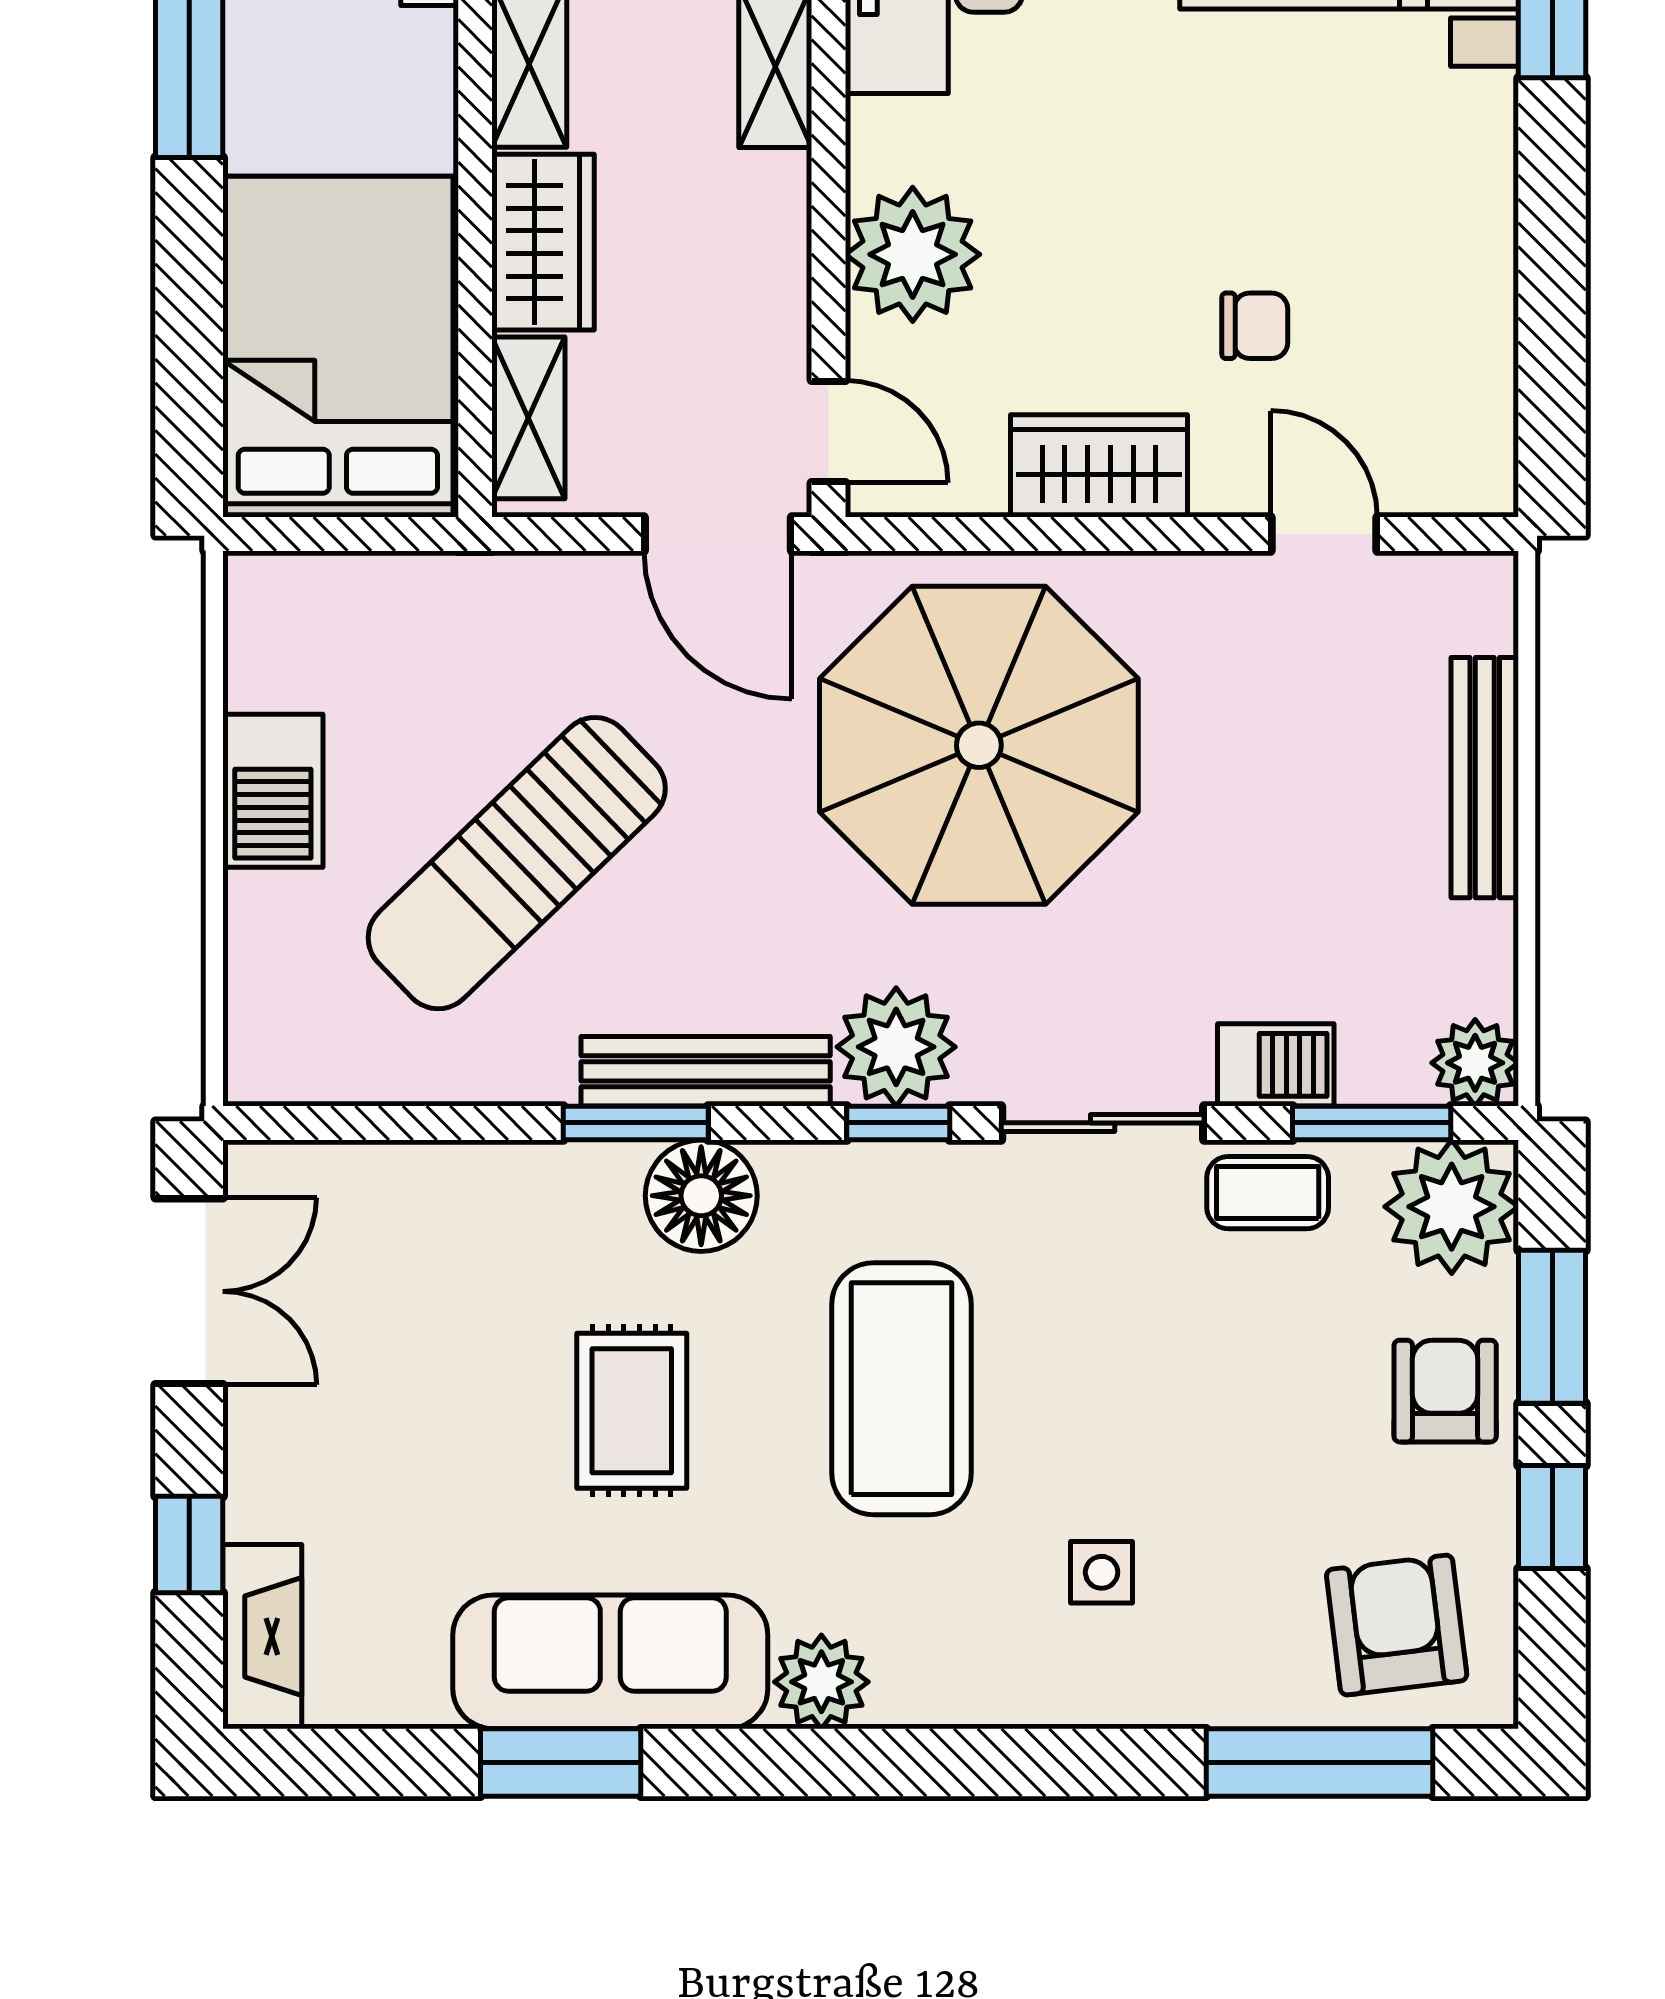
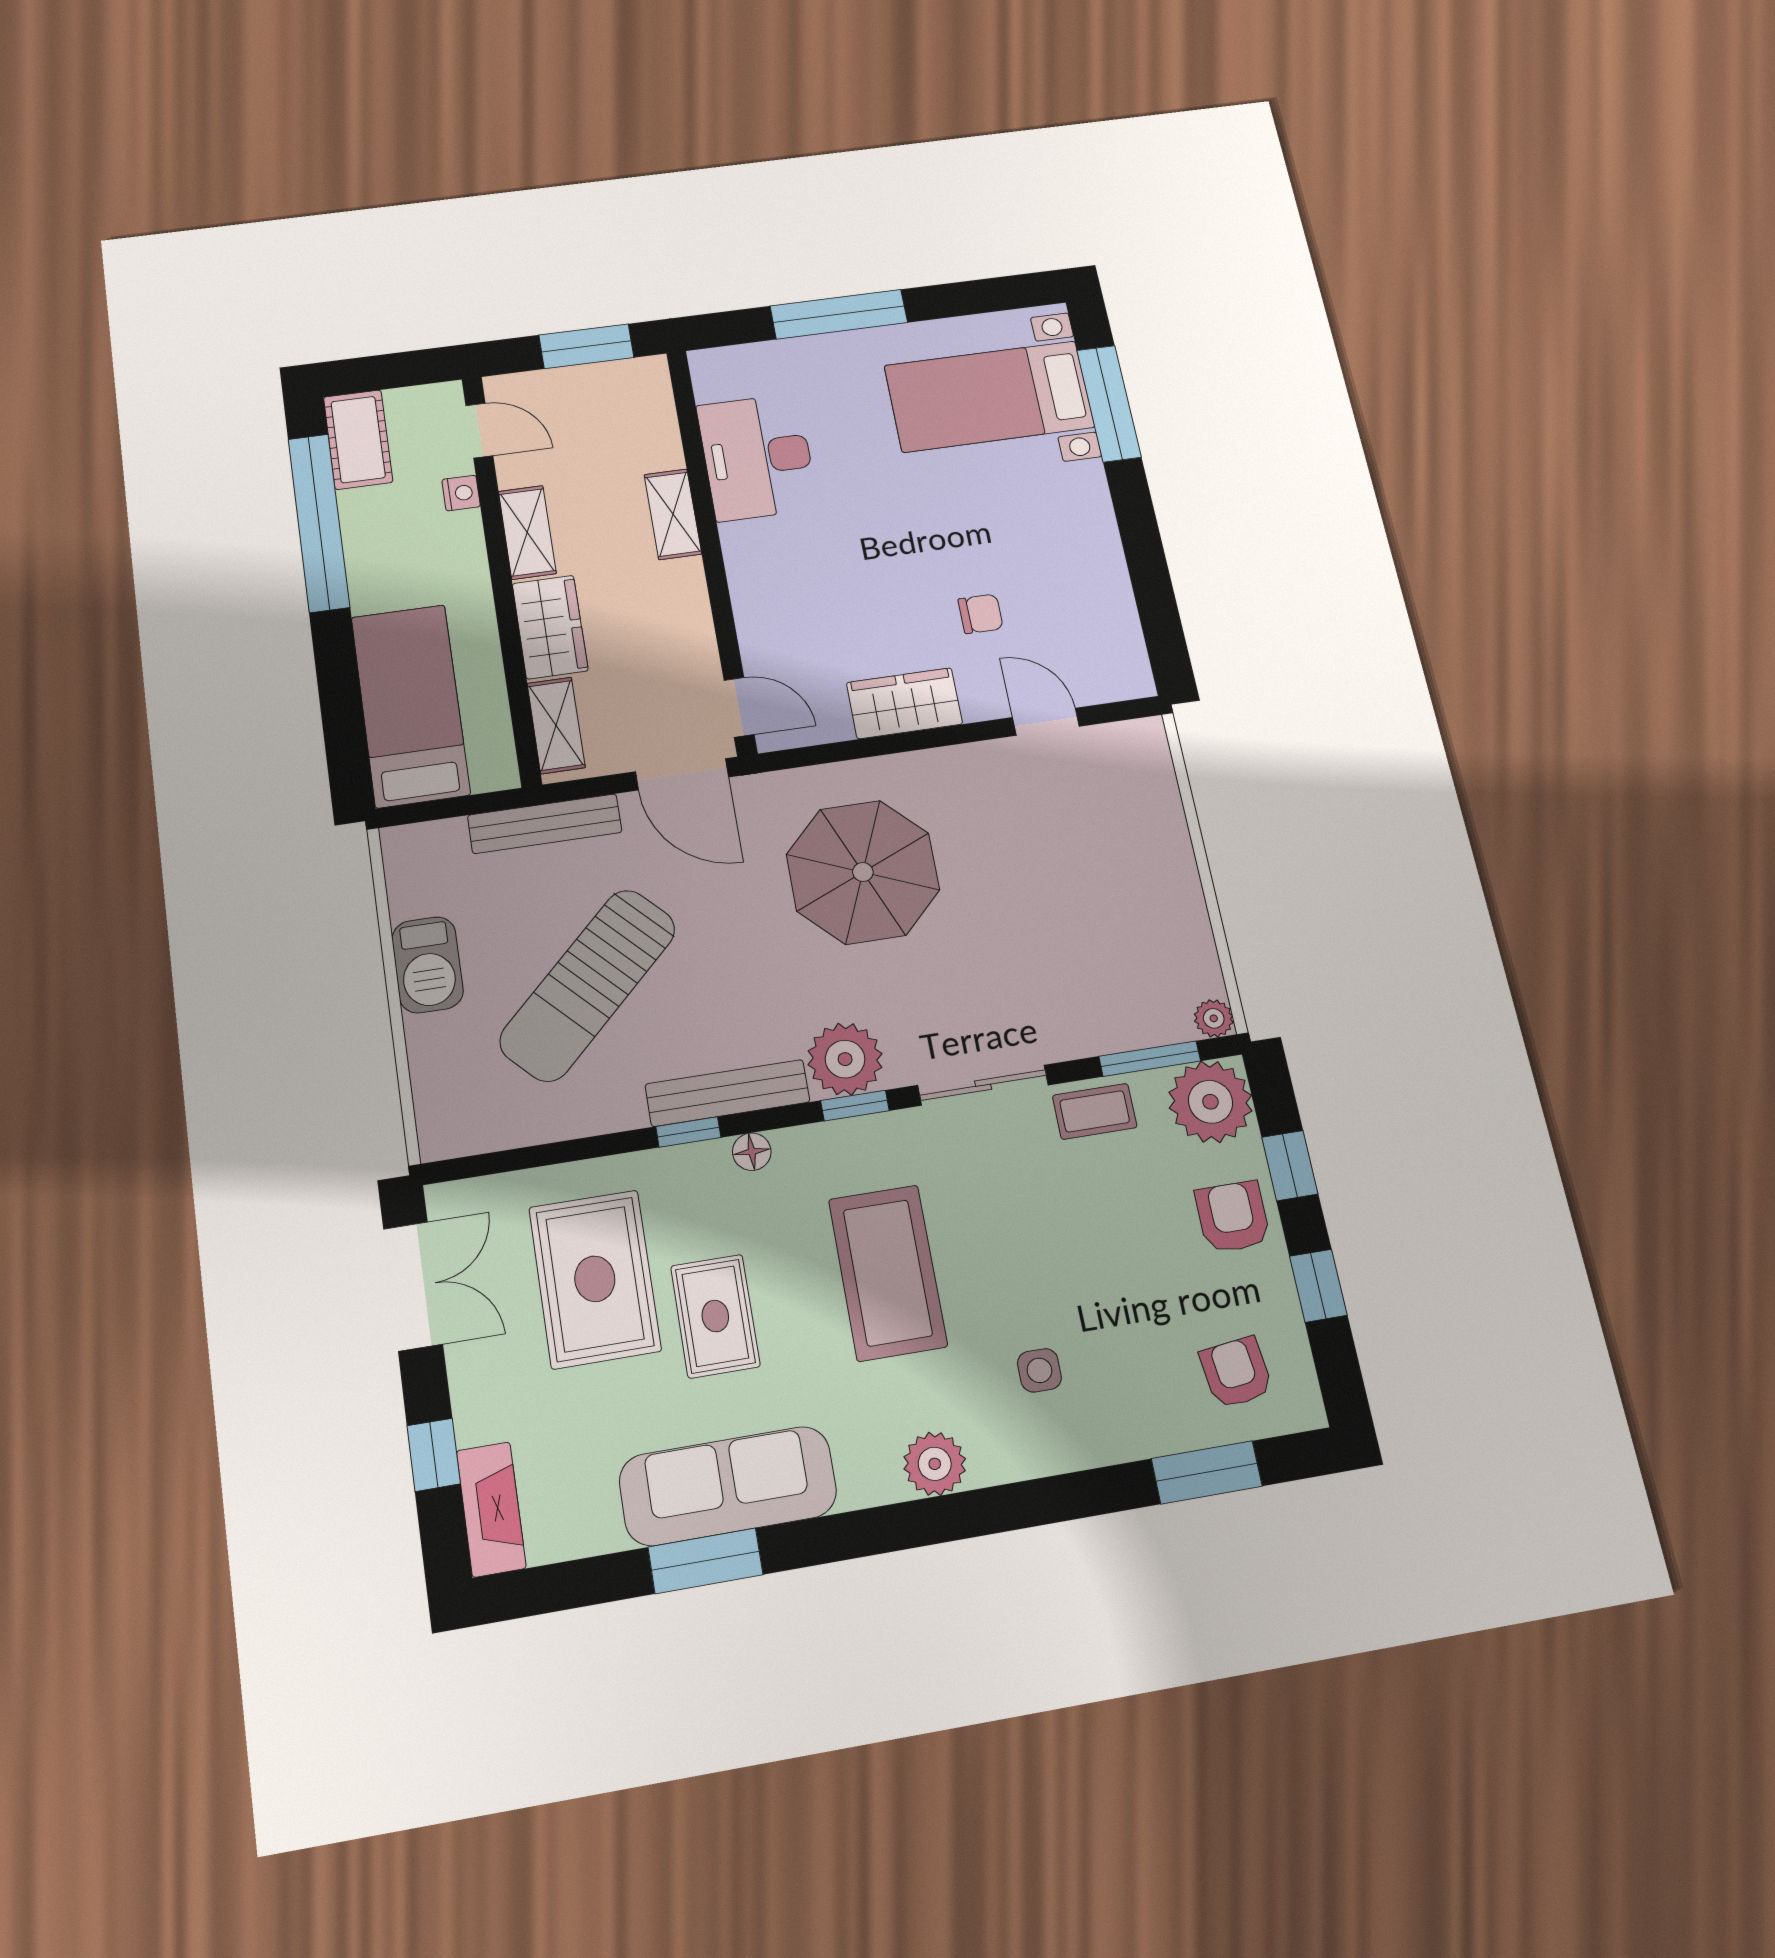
plant: (913, 254) -> (772, 603), removed
bed: (338, 347) -> (410, 705), width x0.67
parasol: (979, 745) -> (863, 872), width x0.73, depth x0.73
bench: (1485, 778) -> (545, 824), moved, turned 90
plant: (1475, 1063) -> (1214, 1018), width x0.73, depth x0.73
barbecue: (1276, 1065) -> (1083, 1033), removed
window: (636, 1123) -> (688, 1132), width x0.67
floor lamp: (701, 1196) -> (752, 1152), width x0.53, depth x0.53
rug: (461, 1325) -> (595, 1279), added
window: (1552, 1327) -> (1290, 1166), width x0.67
armchair: (1397, 1625) -> (1236, 1372), width x0.72, depth x0.72
plant: (821, 1682) -> (935, 1464), moved
window: (1319, 1762) -> (1207, 1472), width x0.69

